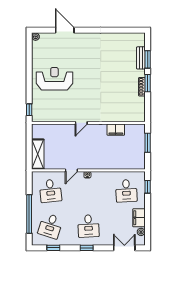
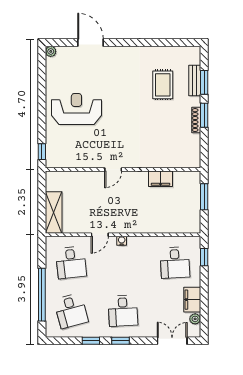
rug: (117, 61) -> (163, 85), added
desk: (50, 226) -> (71, 311), turned -33
window: (53, 248) -> (91, 341), moved

